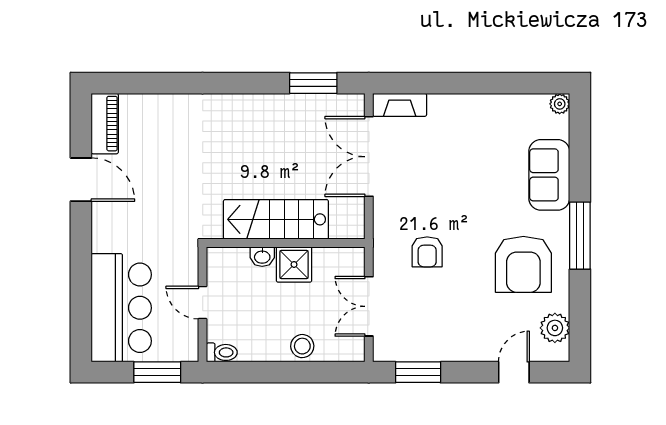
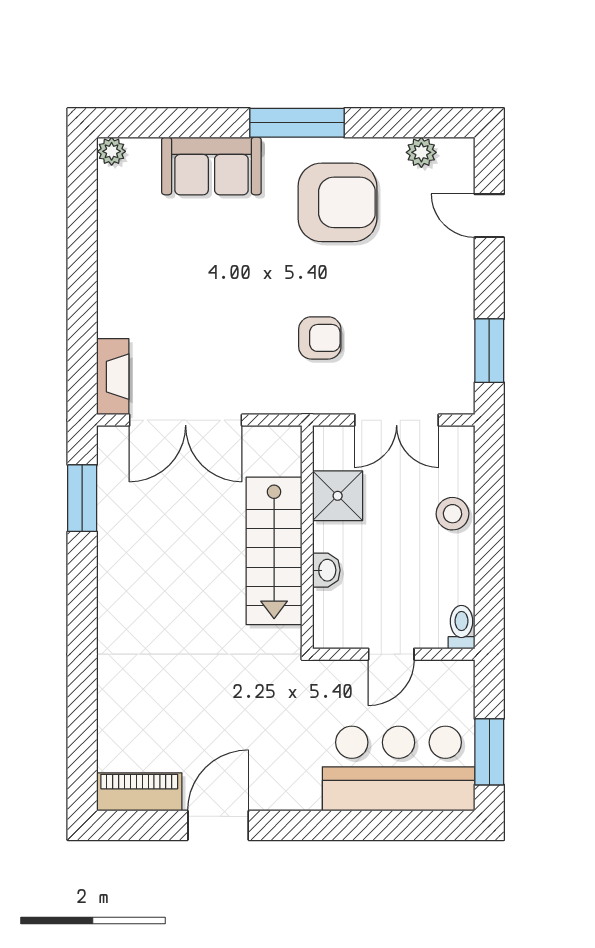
shower: (294, 264) -> (338, 496), moved
plant: (555, 328) -> (421, 152), width x0.73, depth x0.73
window: (157, 372) -> (489, 752), moved

